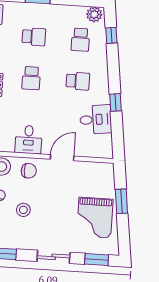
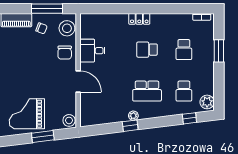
school desk: (80, 40) -> (184, 91), turned -90
school desk: (78, 81) -> (147, 91), width x1.85
plant: (104, 98) -> (133, 116), added
desk: (96, 119) -> (114, 109), removed
stool: (23, 210) -> (69, 120), moved

